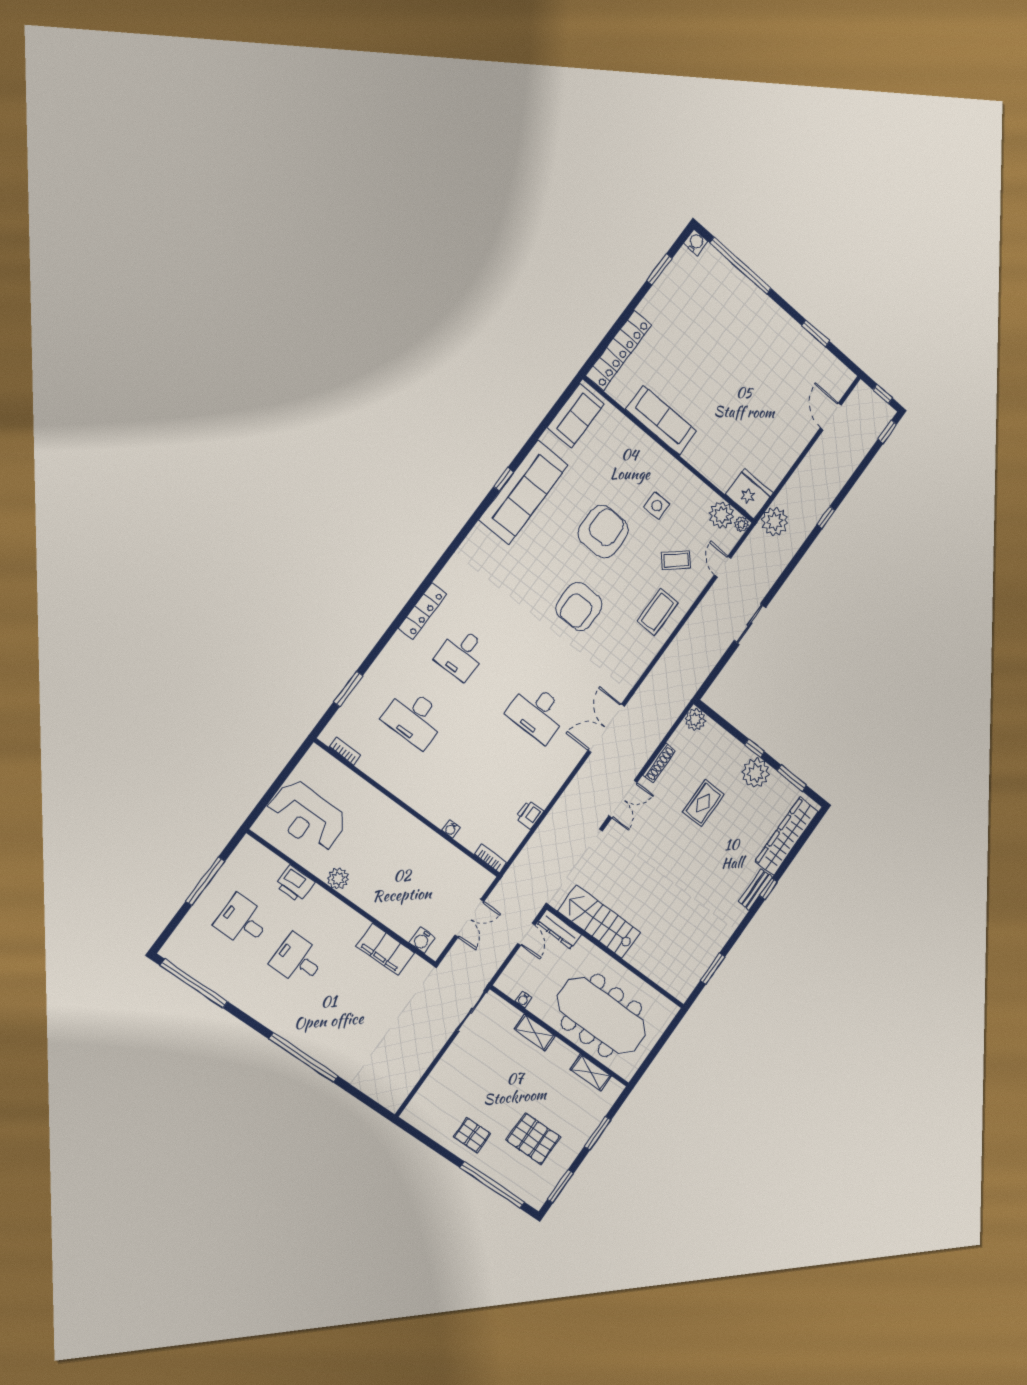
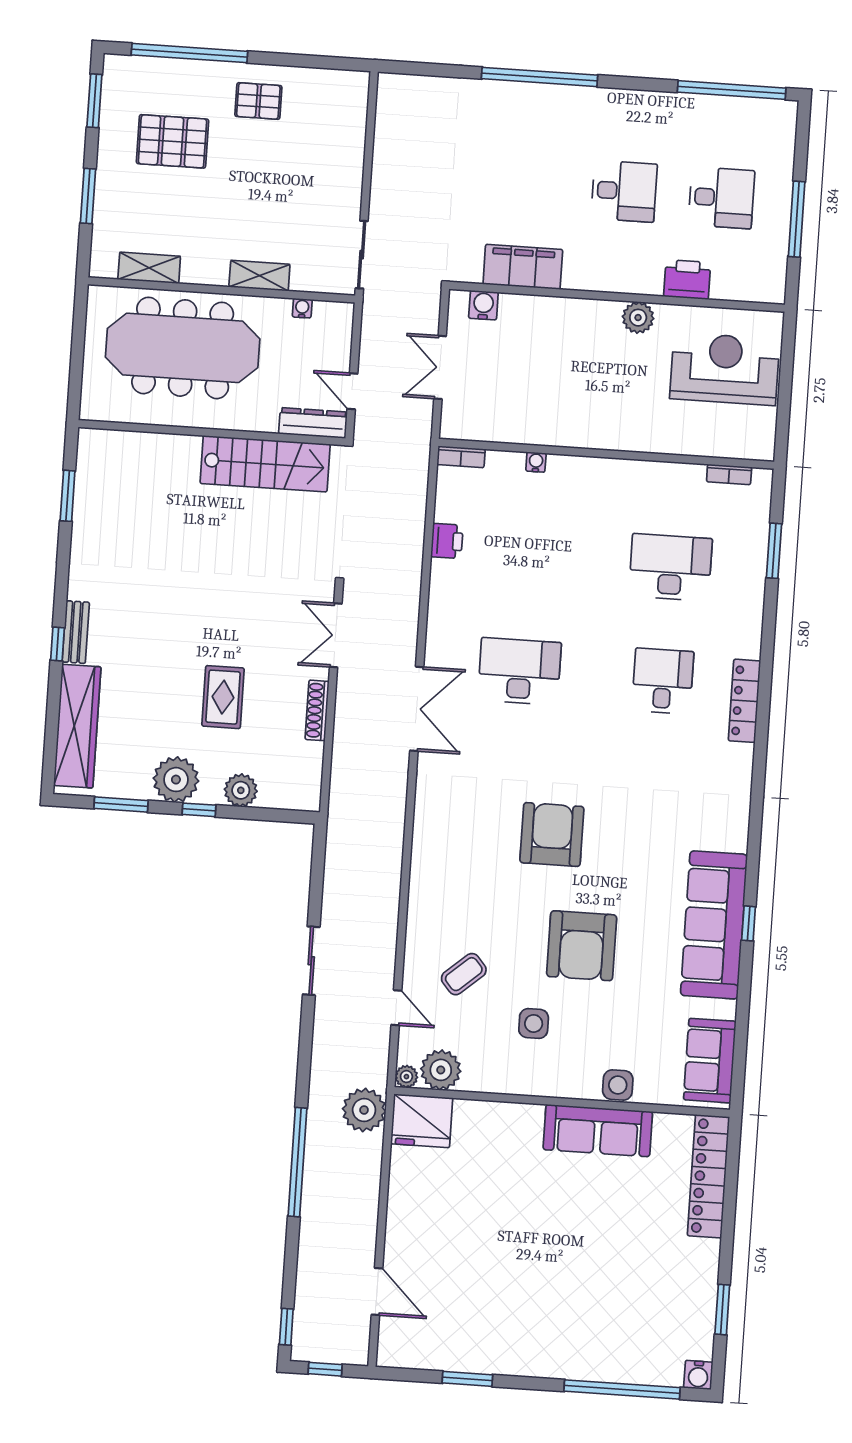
side table: (634, 438) -> (618, 1085), added
window: (826, 517) -> (297, 1162), width x3.17
coffee table: (658, 612) -> (445, 895), removed
plant: (695, 720) -> (241, 790), moved

